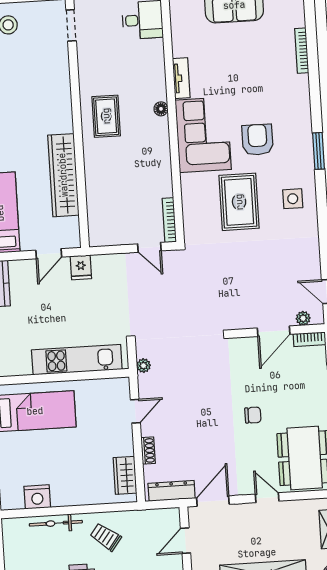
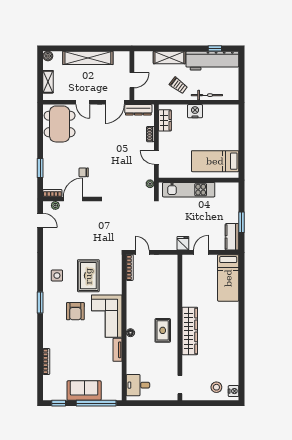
wardrobe: (63, 175) -> (190, 331), moved
door: (135, 411) -> (156, 157), hinge flipped
chair: (253, 415) -> (84, 172), moved
nightstand: (37, 497) -> (195, 111), moved

